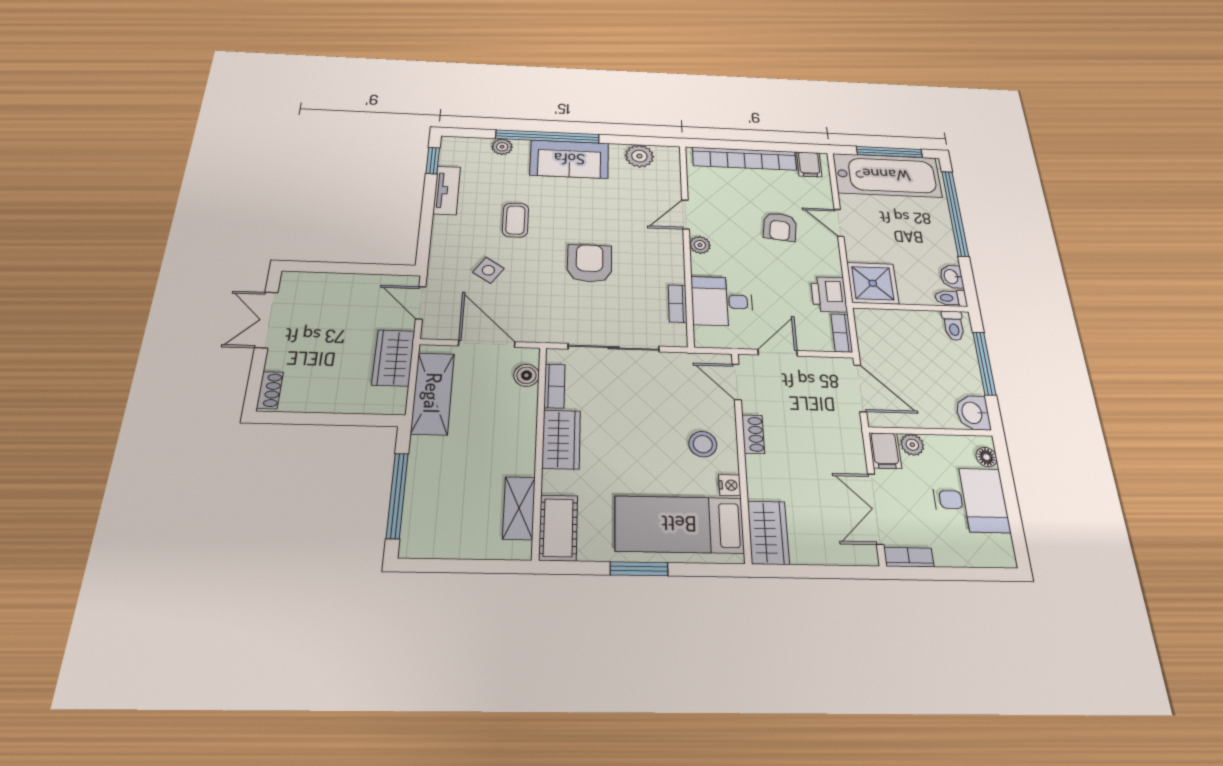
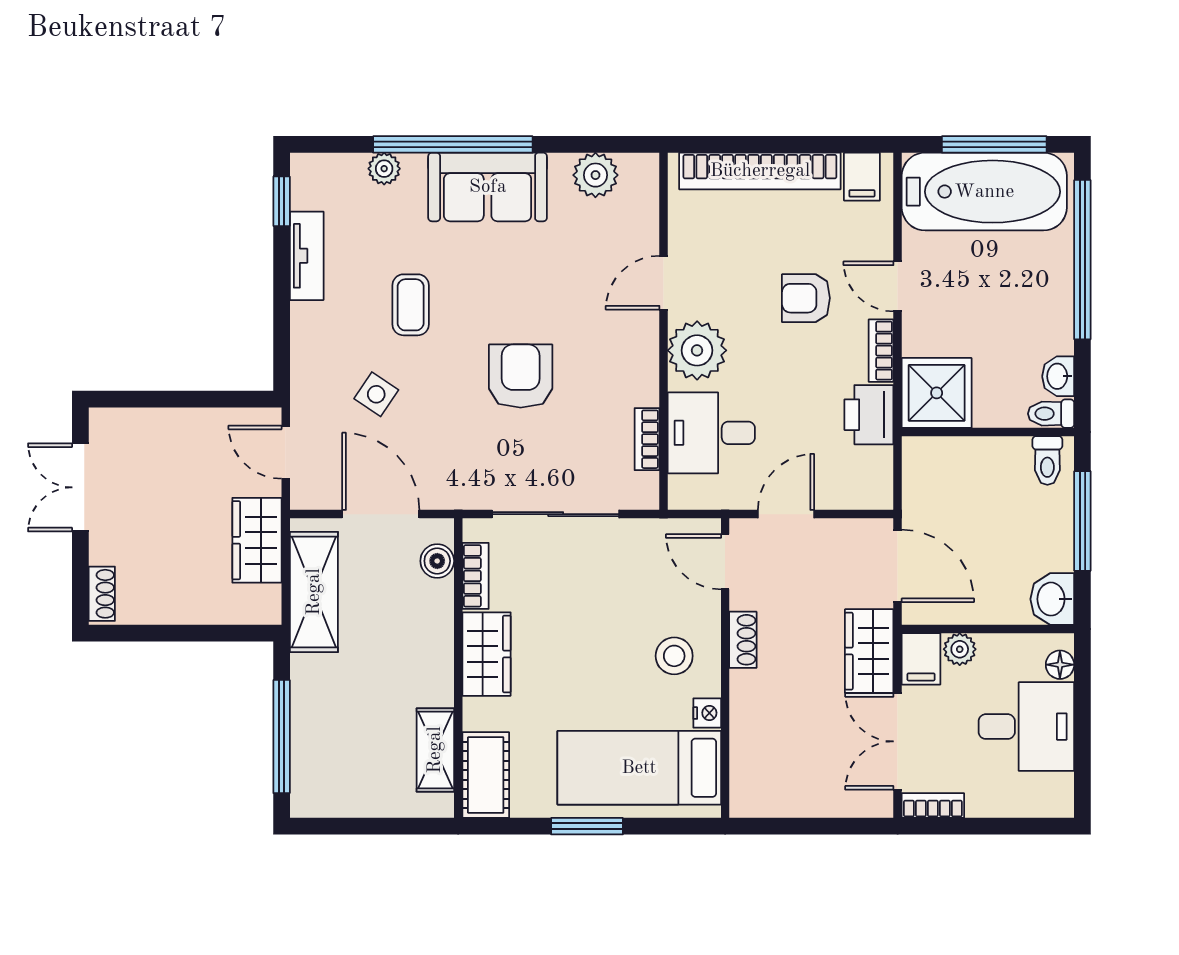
armchair: (780, 227) -> (806, 298), turned 83
plant: (700, 245) -> (697, 350), width x1.87, depth x1.87
bookcase: (842, 333) -> (881, 351), moved
wardrobe: (768, 532) -> (869, 651), moved, turned 180

